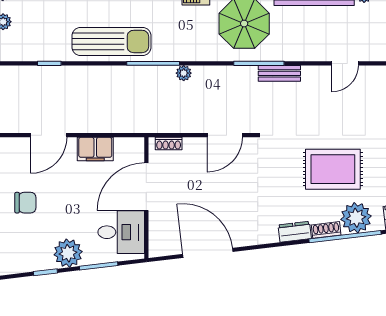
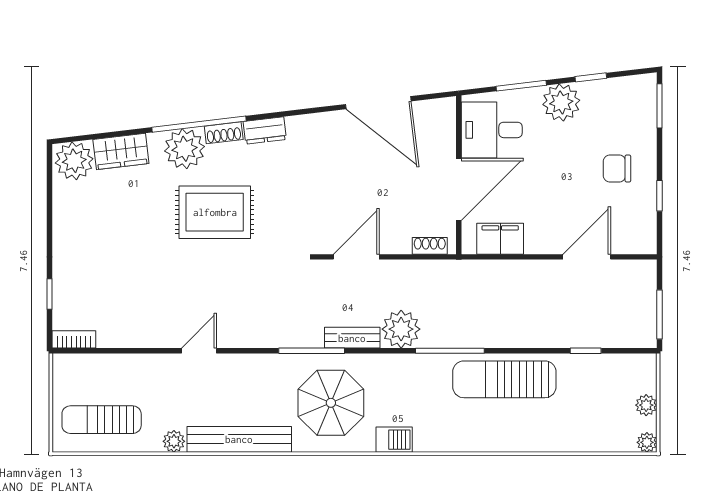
plant: (184, 73) -> (401, 329), width x1.87, depth x1.87
bench: (279, 73) -> (352, 338), moved
filing cabinet: (95, 149) -> (500, 239), moved

